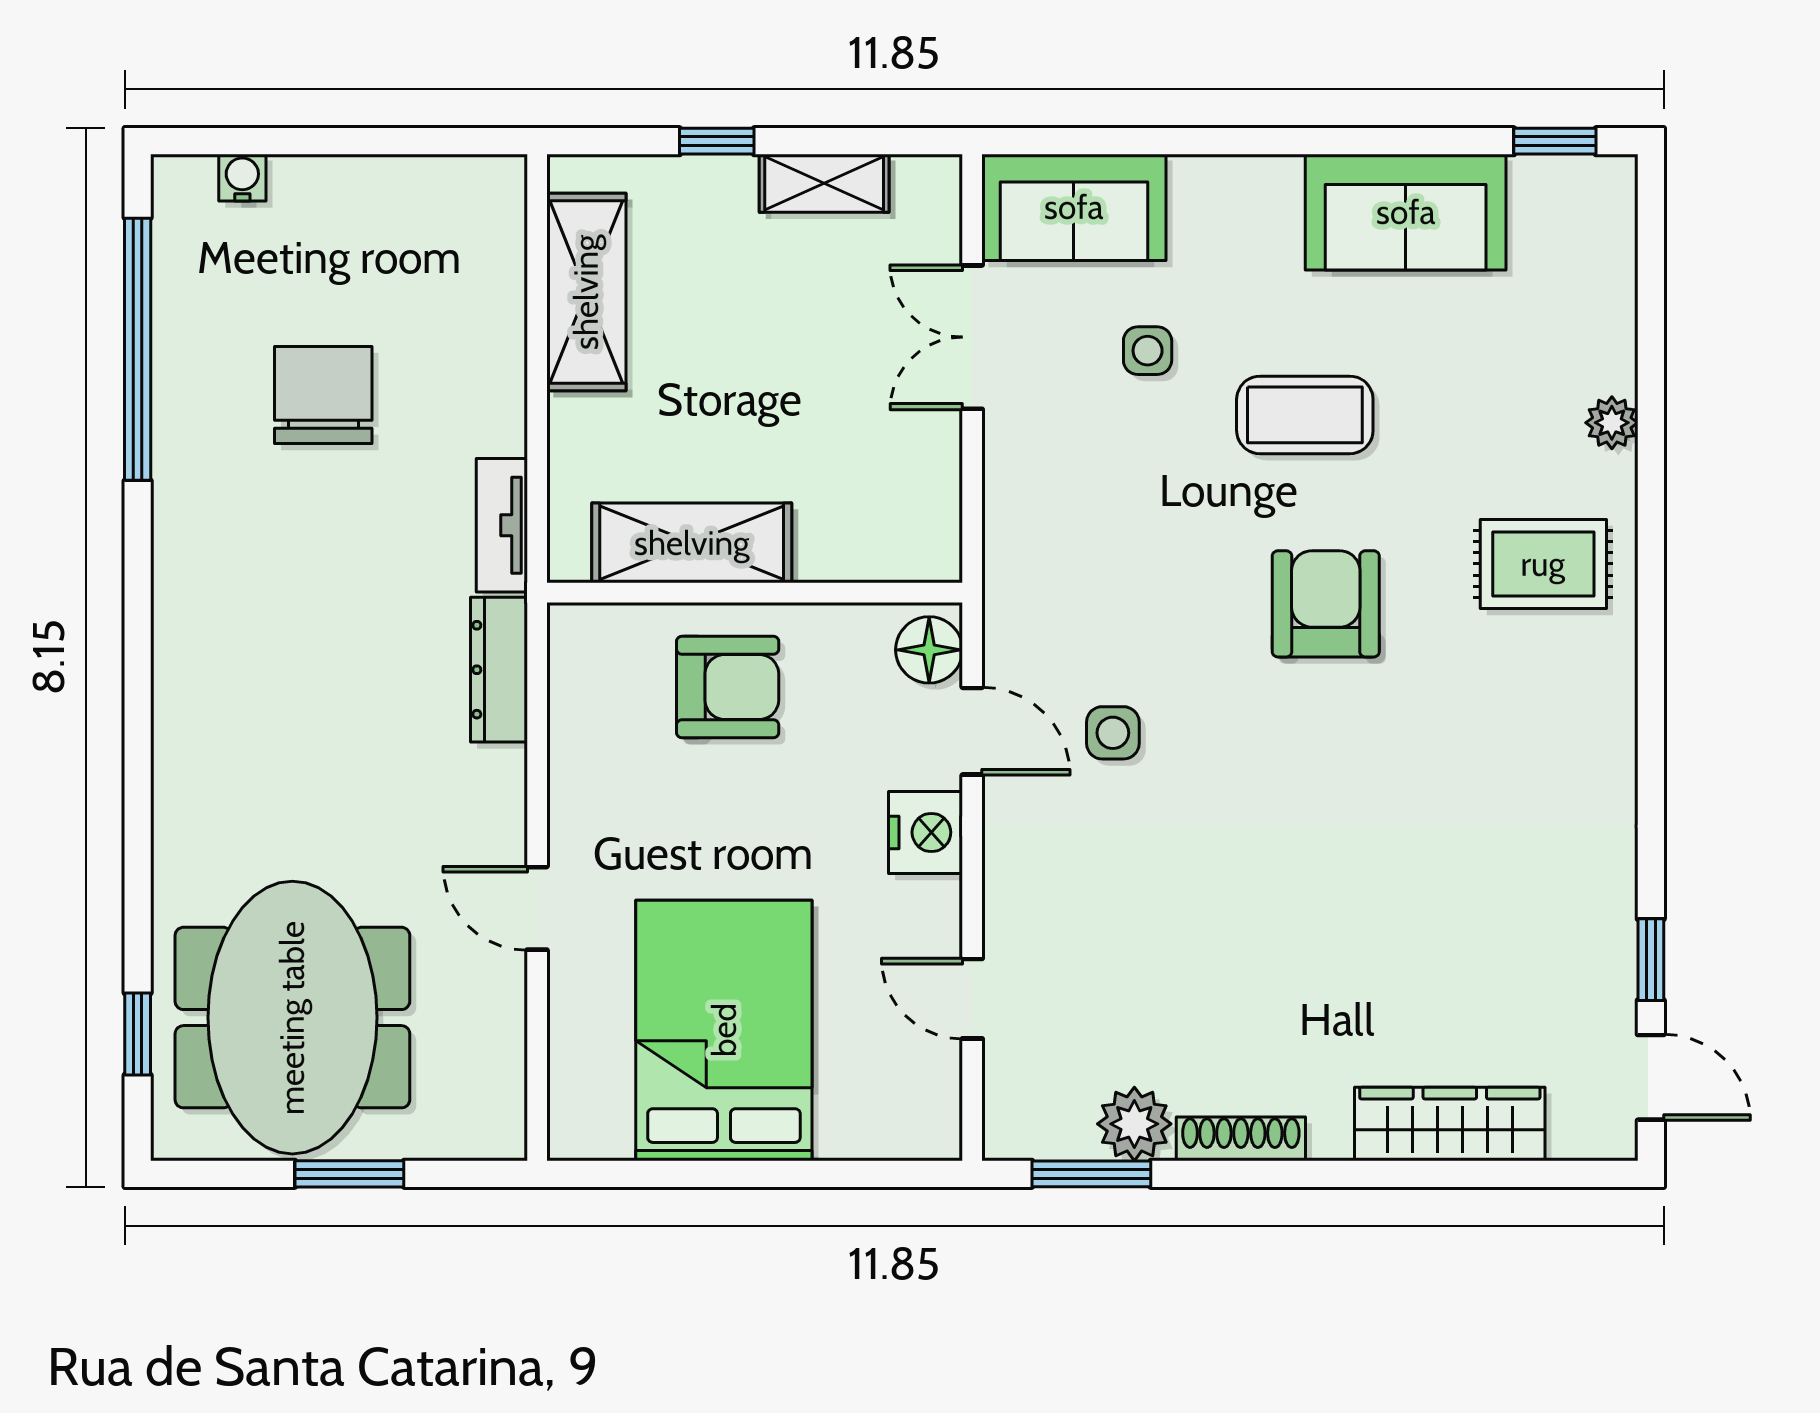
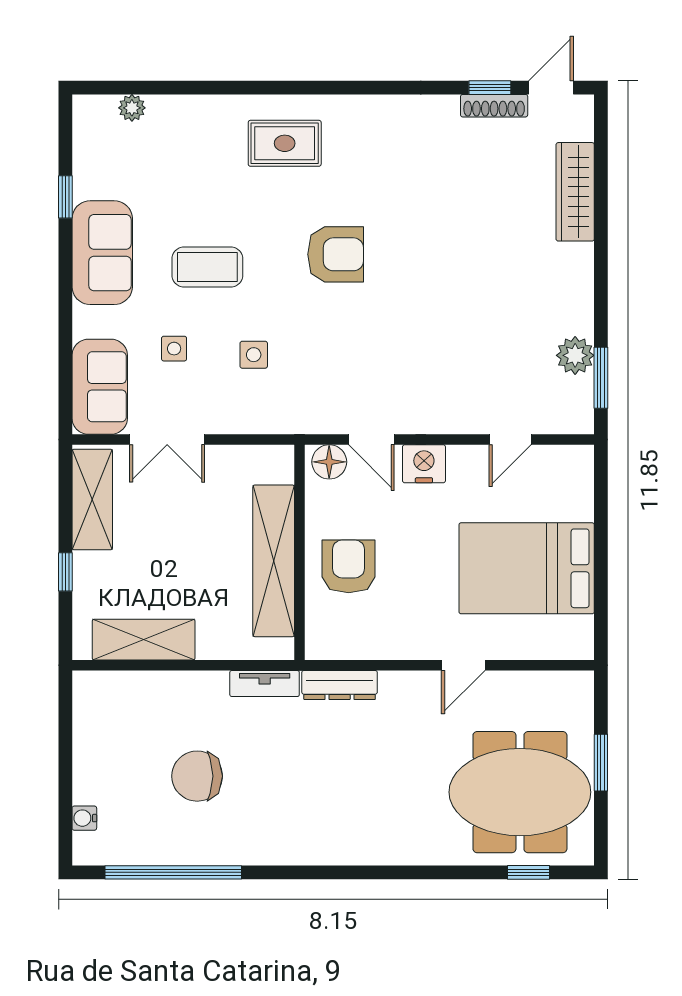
window: (1555, 141) -> (65, 197), moved
shelving: (824, 183) -> (92, 500), width x1.50, depth x1.33
sofa: (1406, 212) -> (102, 253), moved
coffee table: (1305, 415) -> (207, 267), turned 90
plant: (1612, 423) -> (132, 108), moved
shelving: (692, 543) -> (274, 561), width x1.47
rug: (1543, 564) -> (285, 143), turned 90
armchair: (1326, 604) -> (336, 254), moved, turned 180
door: (972, 731) -> (371, 440), swing flipped
side table: (1113, 733) -> (254, 355), moved
shoe rack: (1241, 1139) -> (494, 106), moved, turned -90

